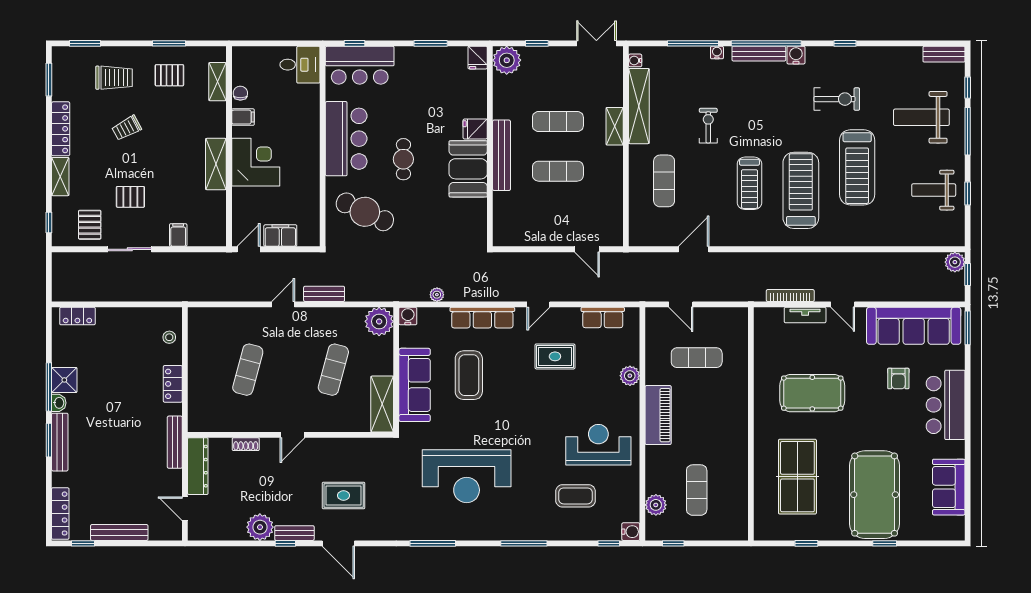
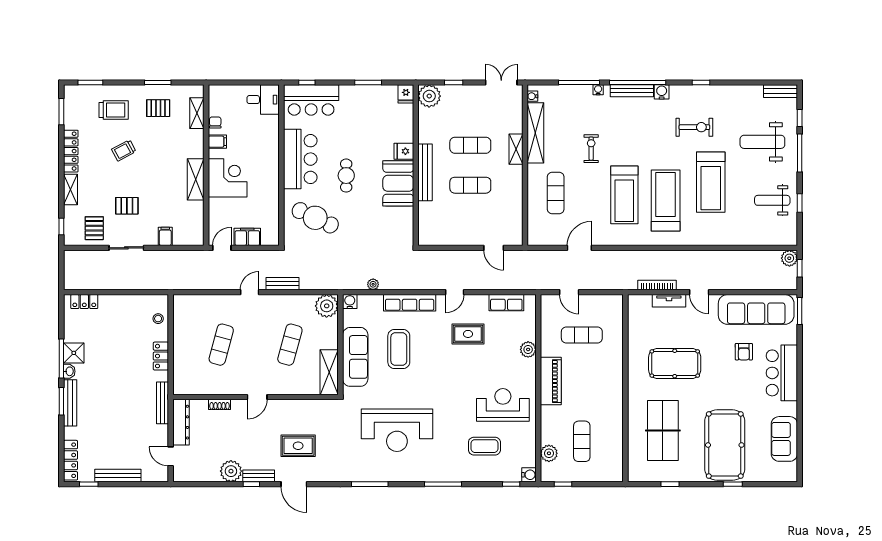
treadmill: (749, 183) -> (624, 195), width x1.37, depth x1.38

